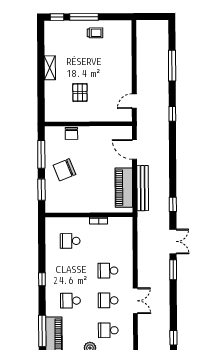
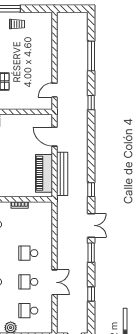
window: (173, 338) -> (91, 294), moved

